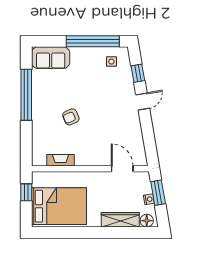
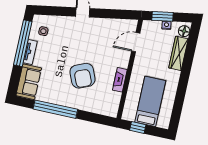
tv unit: (85, 52) -> (30, 52), added
window: (138, 73) -> (58, 11), removed
armchair: (71, 117) -> (82, 76), width x1.88, depth x1.88
fireplace: (60, 160) -> (120, 80), moved
bed: (59, 206) -> (150, 101), width x0.67

